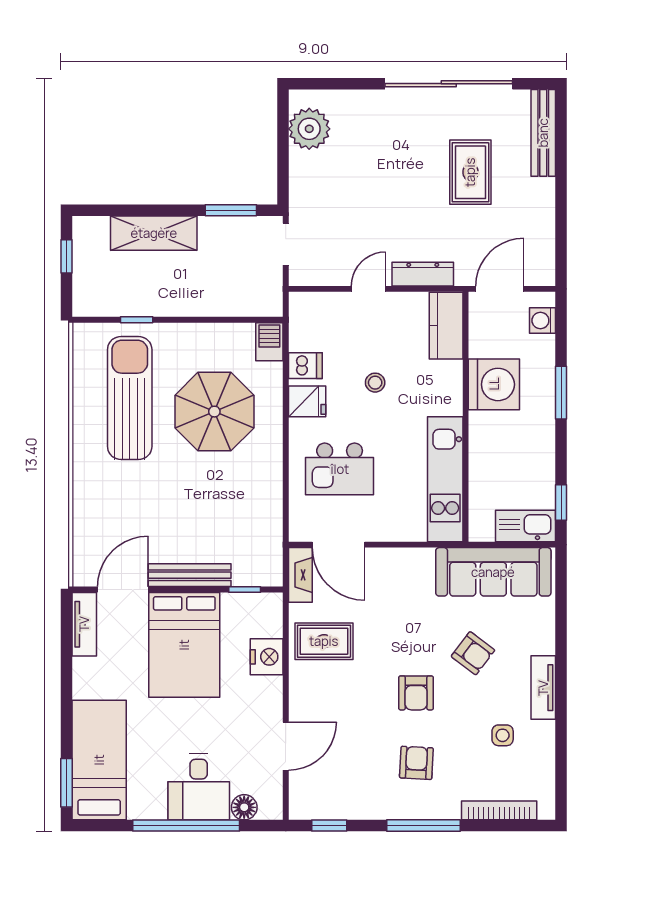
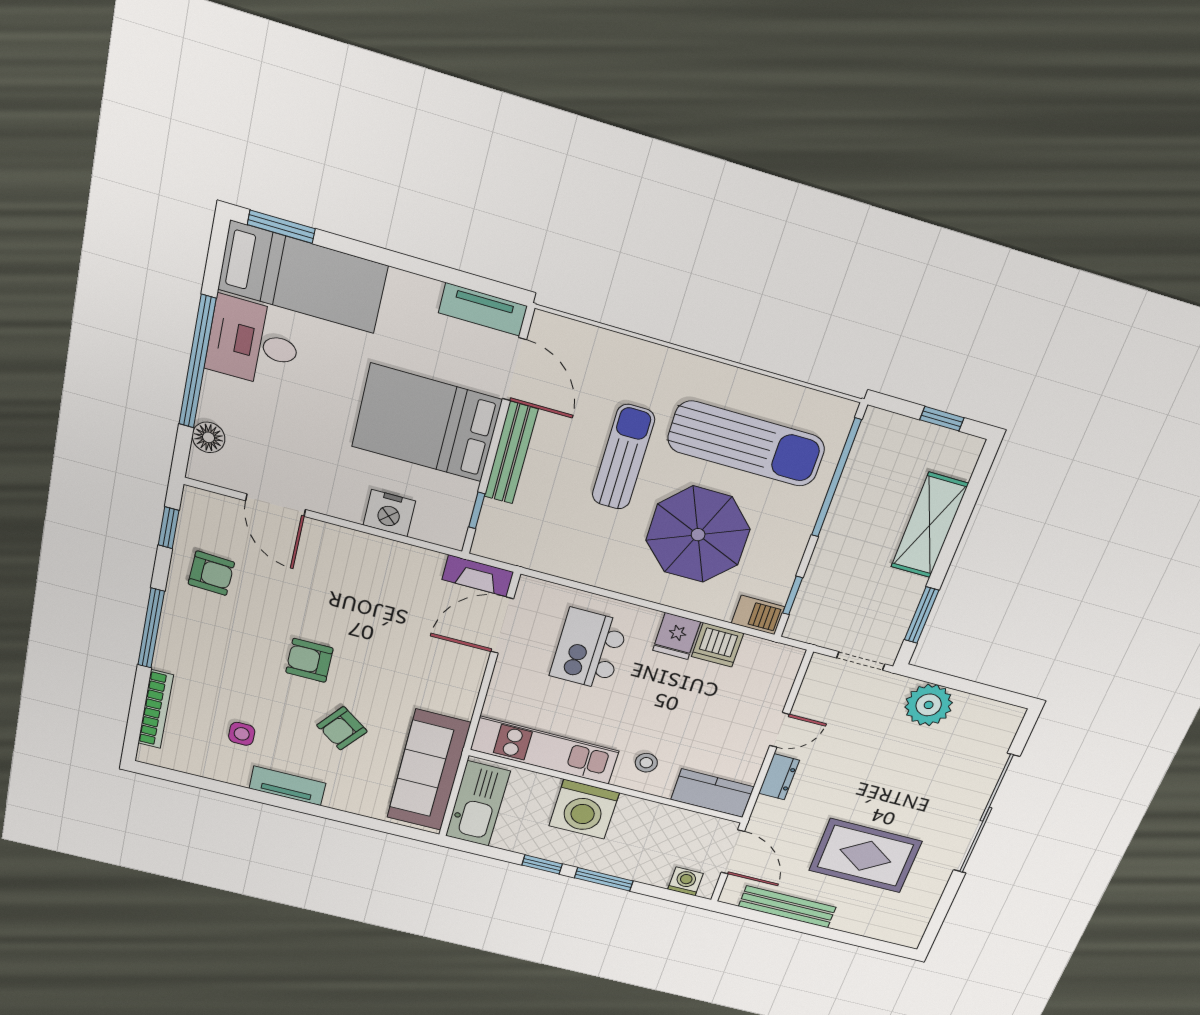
sliding door: (449, 84) -> (986, 814), moved
plant: (309, 129) -> (929, 705), moved
bench: (543, 133) -> (787, 907), moved
rug: (470, 172) -> (865, 856), width x1.36, depth x1.43
dresser: (423, 274) -> (779, 777), width x0.70
door: (369, 289) -> (780, 730), hinge flipped
window: (137, 320) -> (836, 478), width x3.17
window: (244, 320) -> (793, 595), added
dishwasher: (305, 366) -> (718, 645), width x1.38
stool: (375, 383) -> (646, 763), moved
washing machine: (494, 384) -> (584, 809), moved
sun lounger: (168, 489) -> (623, 457), added
window: (561, 503) -> (542, 865), moved
kitchen sink: (525, 526) -> (478, 804), width x1.36, depth x1.24
rug: (324, 641) -> (393, 580), removed
armchair: (416, 763) -> (211, 573), moved
desk: (199, 787) -> (253, 342), moved

